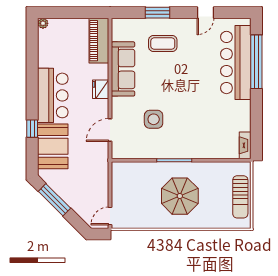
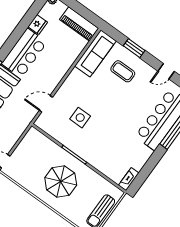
piano: (99, 41) -> (79, 24), moved, turned -90
sofa: (123, 69) -> (95, 53), moved
fridge: (101, 89) -> (38, 24), moved, turned 180

